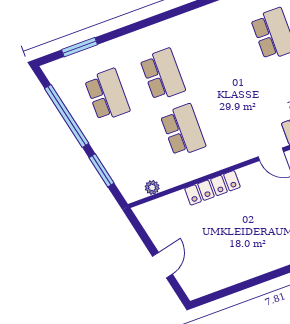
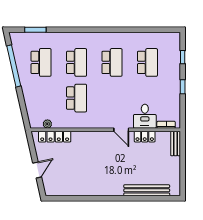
school desk: (218, 54) -> (112, 62), added
window: (102, 170) -> (22, 104), removed
locker: (212, 188) -> (55, 137), moved

